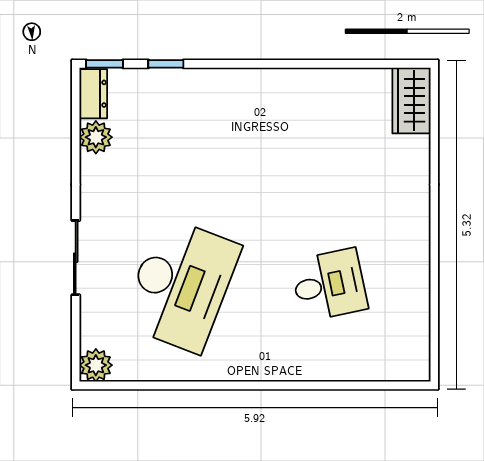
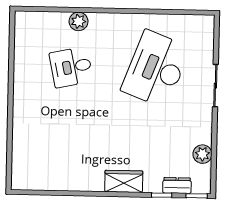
dresser: (93, 94) -> (177, 185), moved, turned 90
wardrobe: (411, 101) -> (124, 181), moved, turned -90
plant: (96, 365) -> (79, 21), moved

